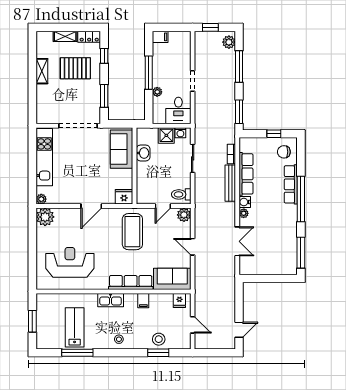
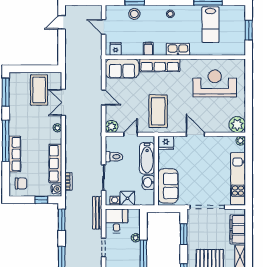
filing cabinet: (45, 101) -> (238, 229), added
window: (274, 134) -> (41, 200), moved
bathtub: (145, 180) -> (147, 158), added
bench: (230, 183) -> (97, 213), moved
toilet: (181, 194) -> (114, 157), moved
water cooler: (245, 202) -> (57, 189), moved
door: (91, 206) -> (195, 134), hinge flipped
coffee table: (264, 255) -> (39, 90), added
reception desk: (70, 262) -> (215, 83), turned 180

